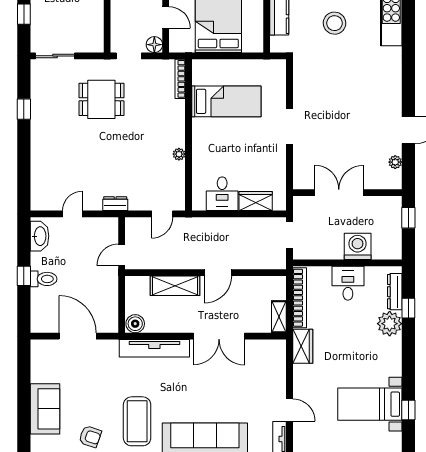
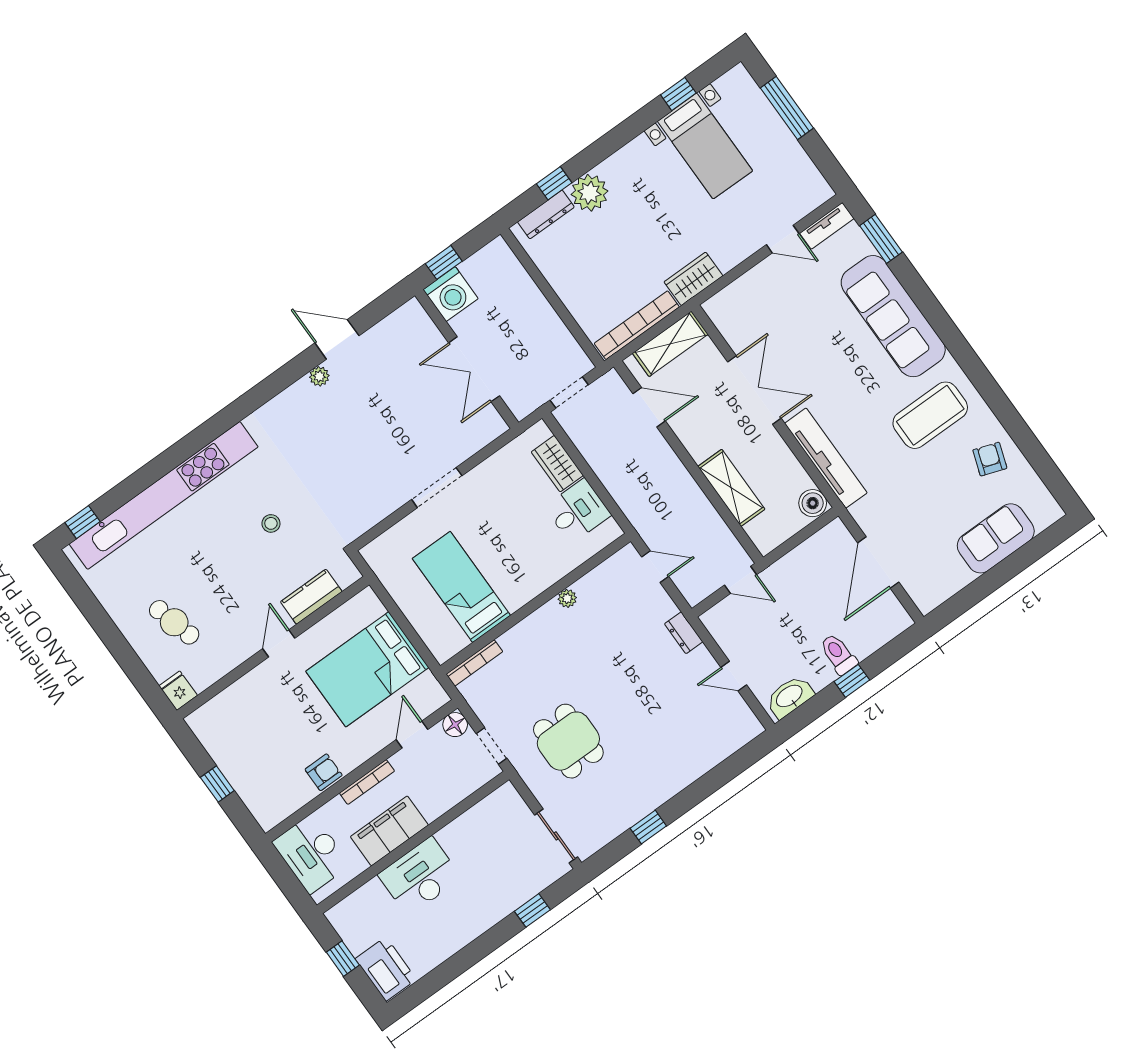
stool: (335, 23) -> (271, 523), width x0.53, depth x0.53
plant: (395, 162) -> (319, 376), moved
washing machine: (358, 246) -> (451, 294), moved, turned -90
door: (218, 273) -> (649, 407), moved
desk: (348, 283) -> (577, 279), removed
shelving: (279, 317) -> (670, 344), width x1.50, depth x1.33
door: (289, 410) -> (783, 239), swing flipped

